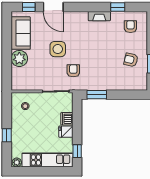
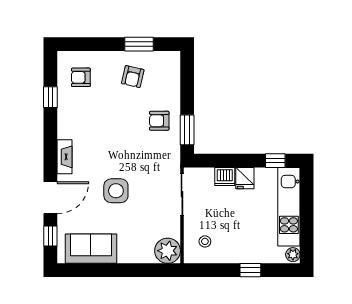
fireplace: (99, 16) -> (64, 157), moved
plant: (19, 58) -> (168, 251), moved
armchair: (73, 71) -> (159, 121), moved

